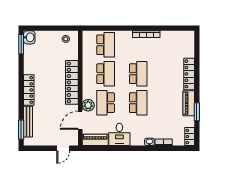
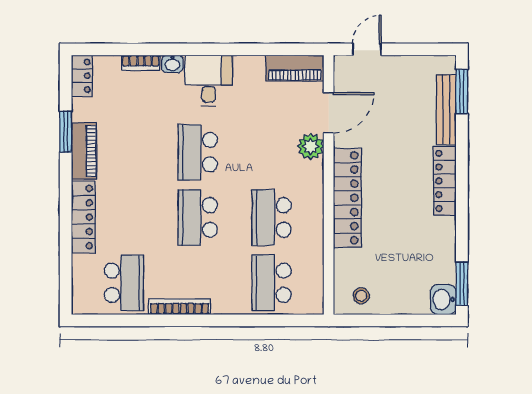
school desk: (106, 103) -> (124, 283), moved
desk: (119, 134) -> (209, 81), moved

